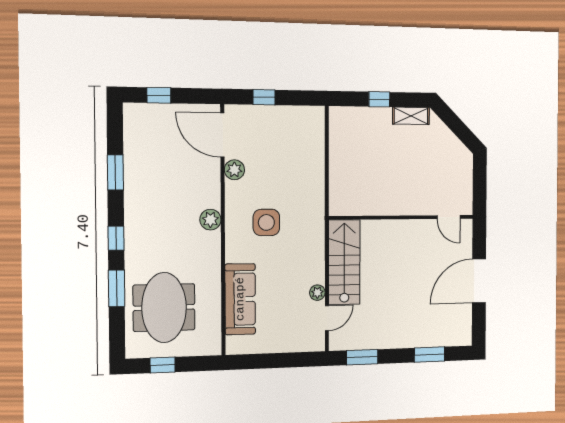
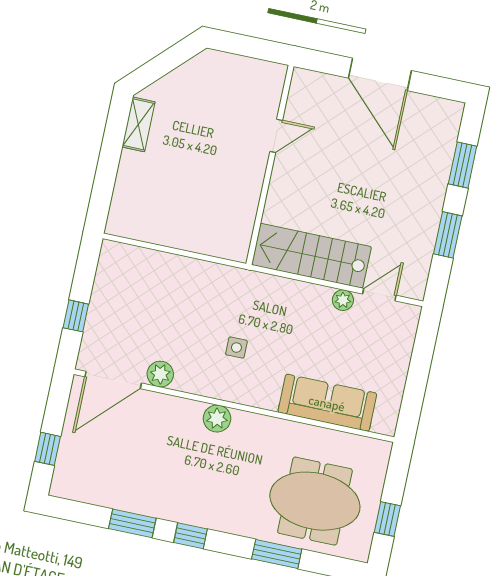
window: (379, 99) -> (108, 163), removed
door: (449, 217) -> (276, 136), moved
side table: (266, 222) -> (236, 348), width x0.54, depth x0.54
window: (116, 238) -> (191, 536), moved
door: (327, 318) -> (379, 295), hinge flipped
window: (362, 357) -> (448, 235), moved

